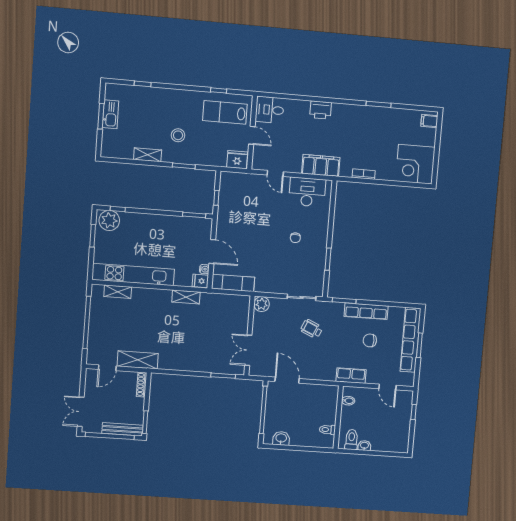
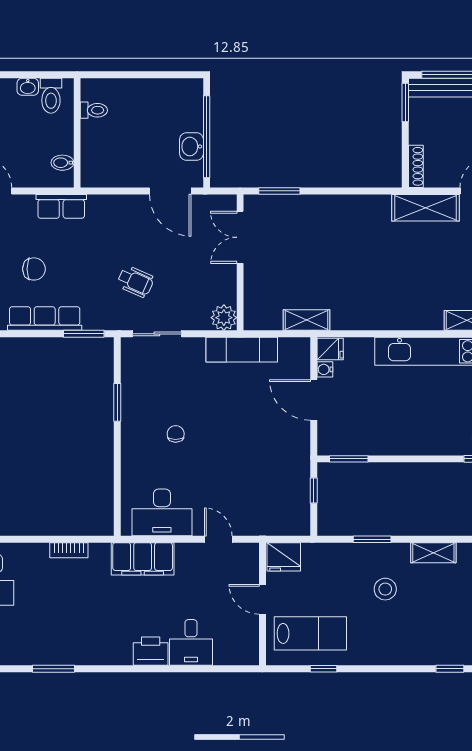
desk: (270, 110) -> (191, 642), moved, turned 90
exam couch: (233, 283) -> (242, 350), moved
shelving: (186, 297) -> (307, 320), moved
double door: (248, 350) -> (240, 237), swing flipped
washbasin: (281, 438) -> (191, 147), moved, turned 90

